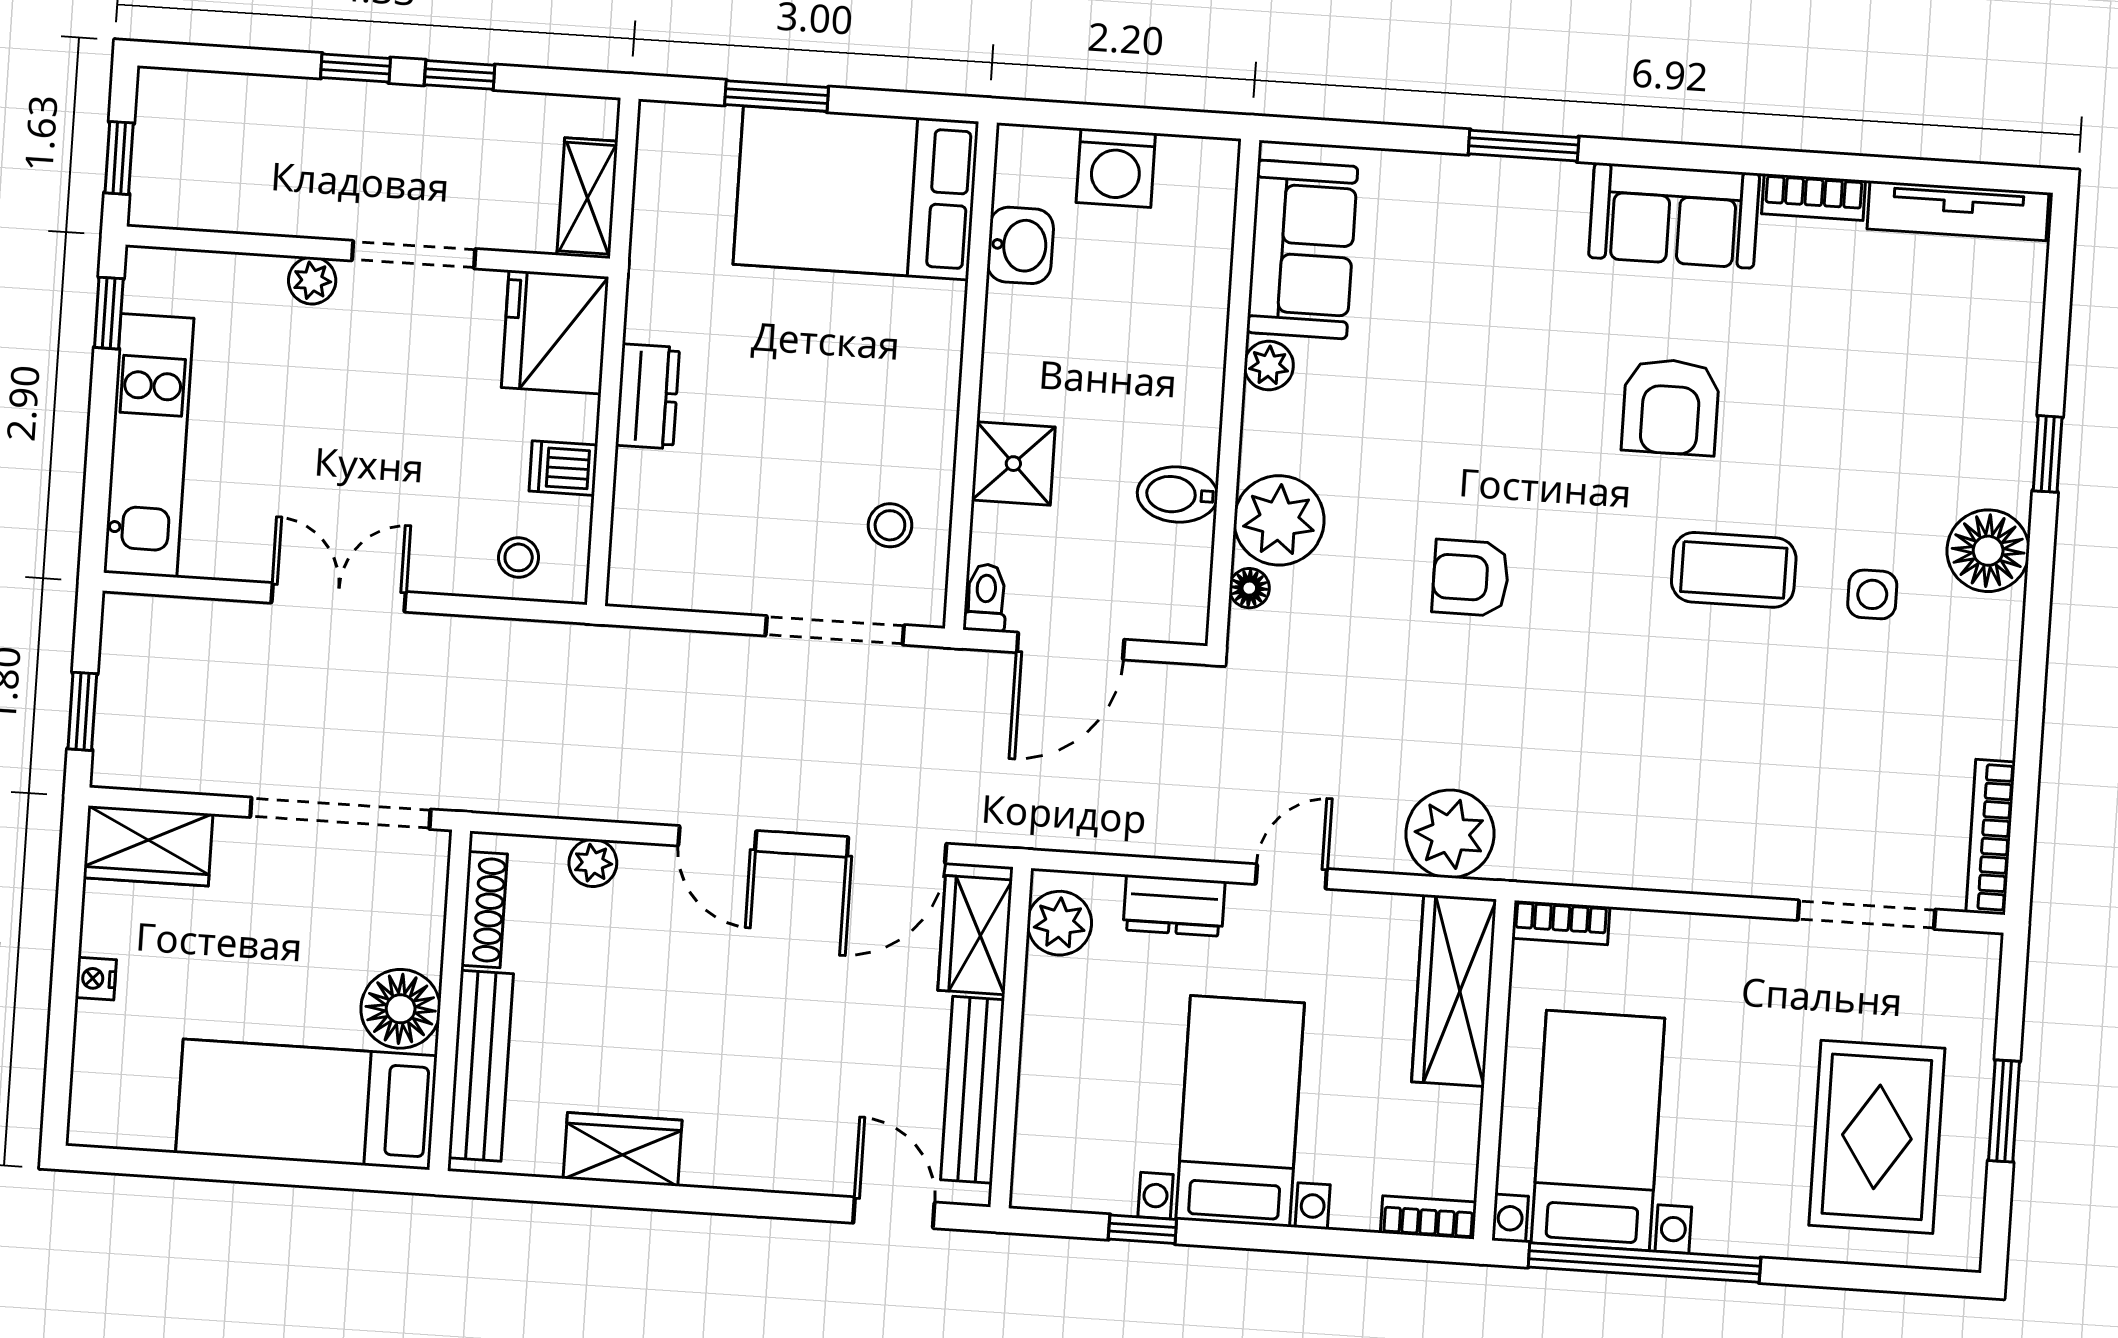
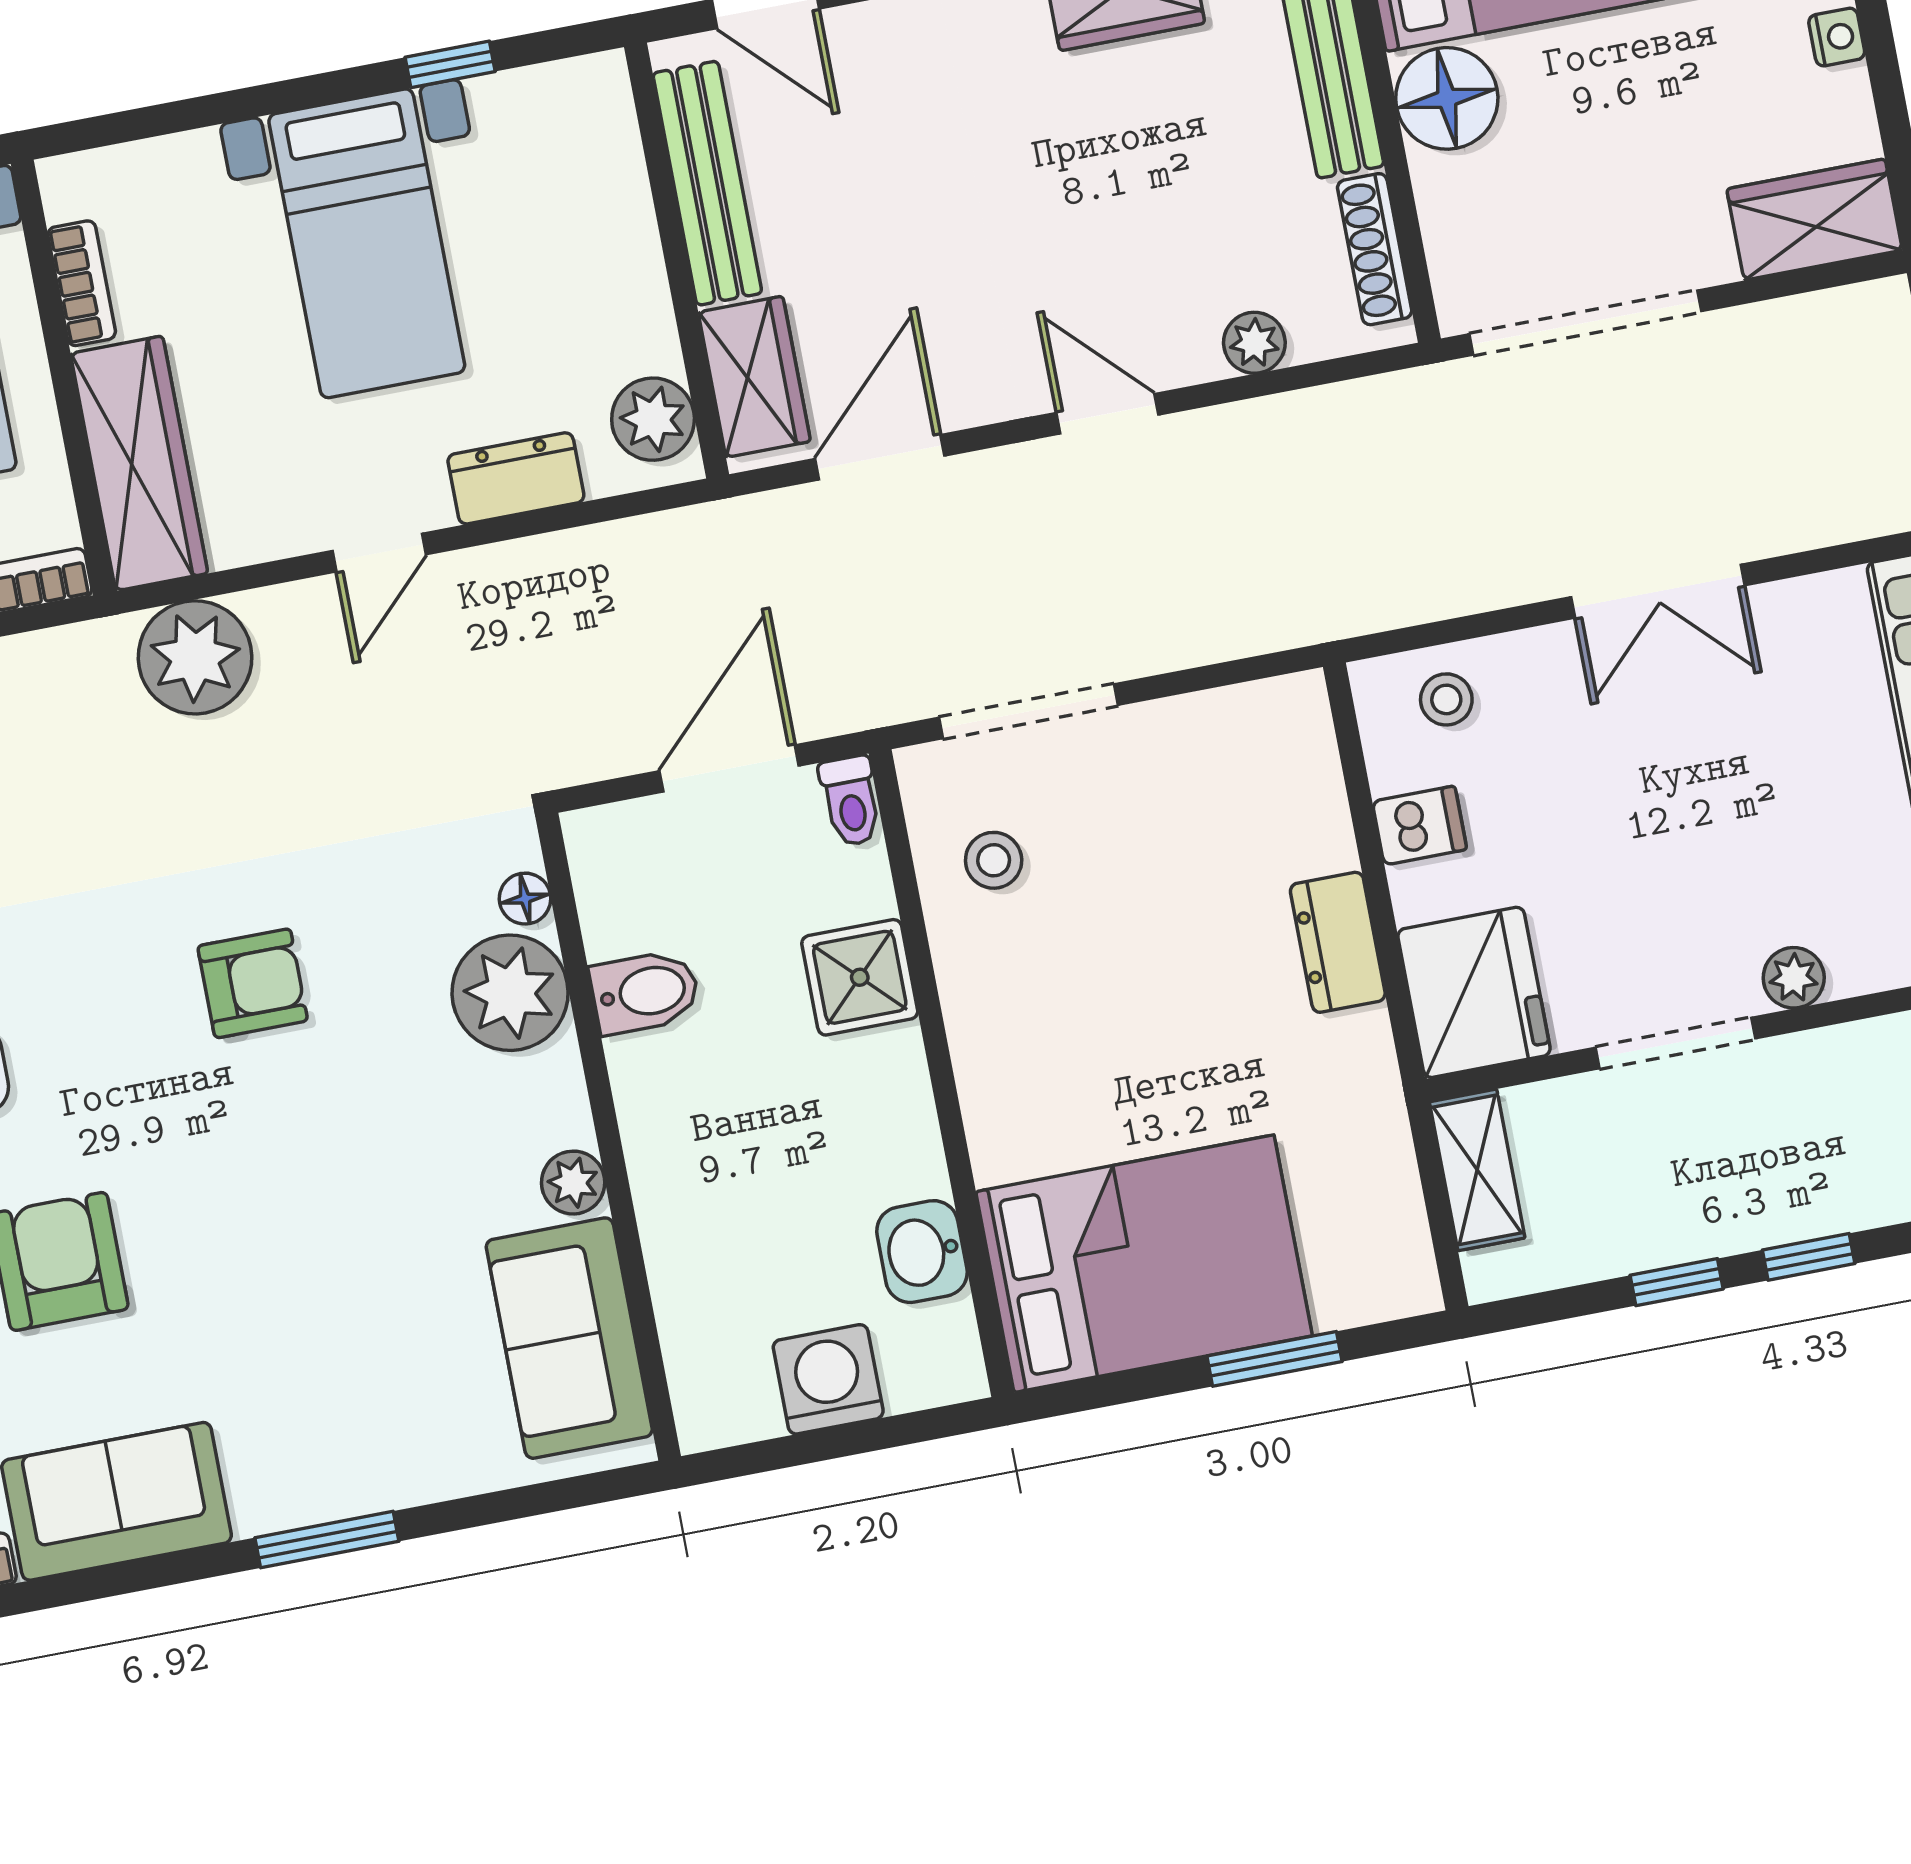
bookcase: (1428, 1217) -> (82, 283), moved, turned -90

